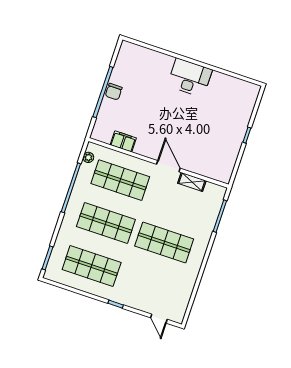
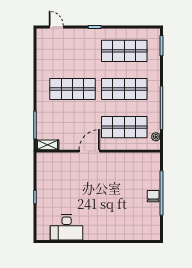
desk: (190, 78) -> (67, 228), moved
filing cabinet: (123, 141) -> (132, 159), removed
door: (168, 166) -> (89, 151), swing flipped
shelving: (192, 182) -> (47, 145), moved

